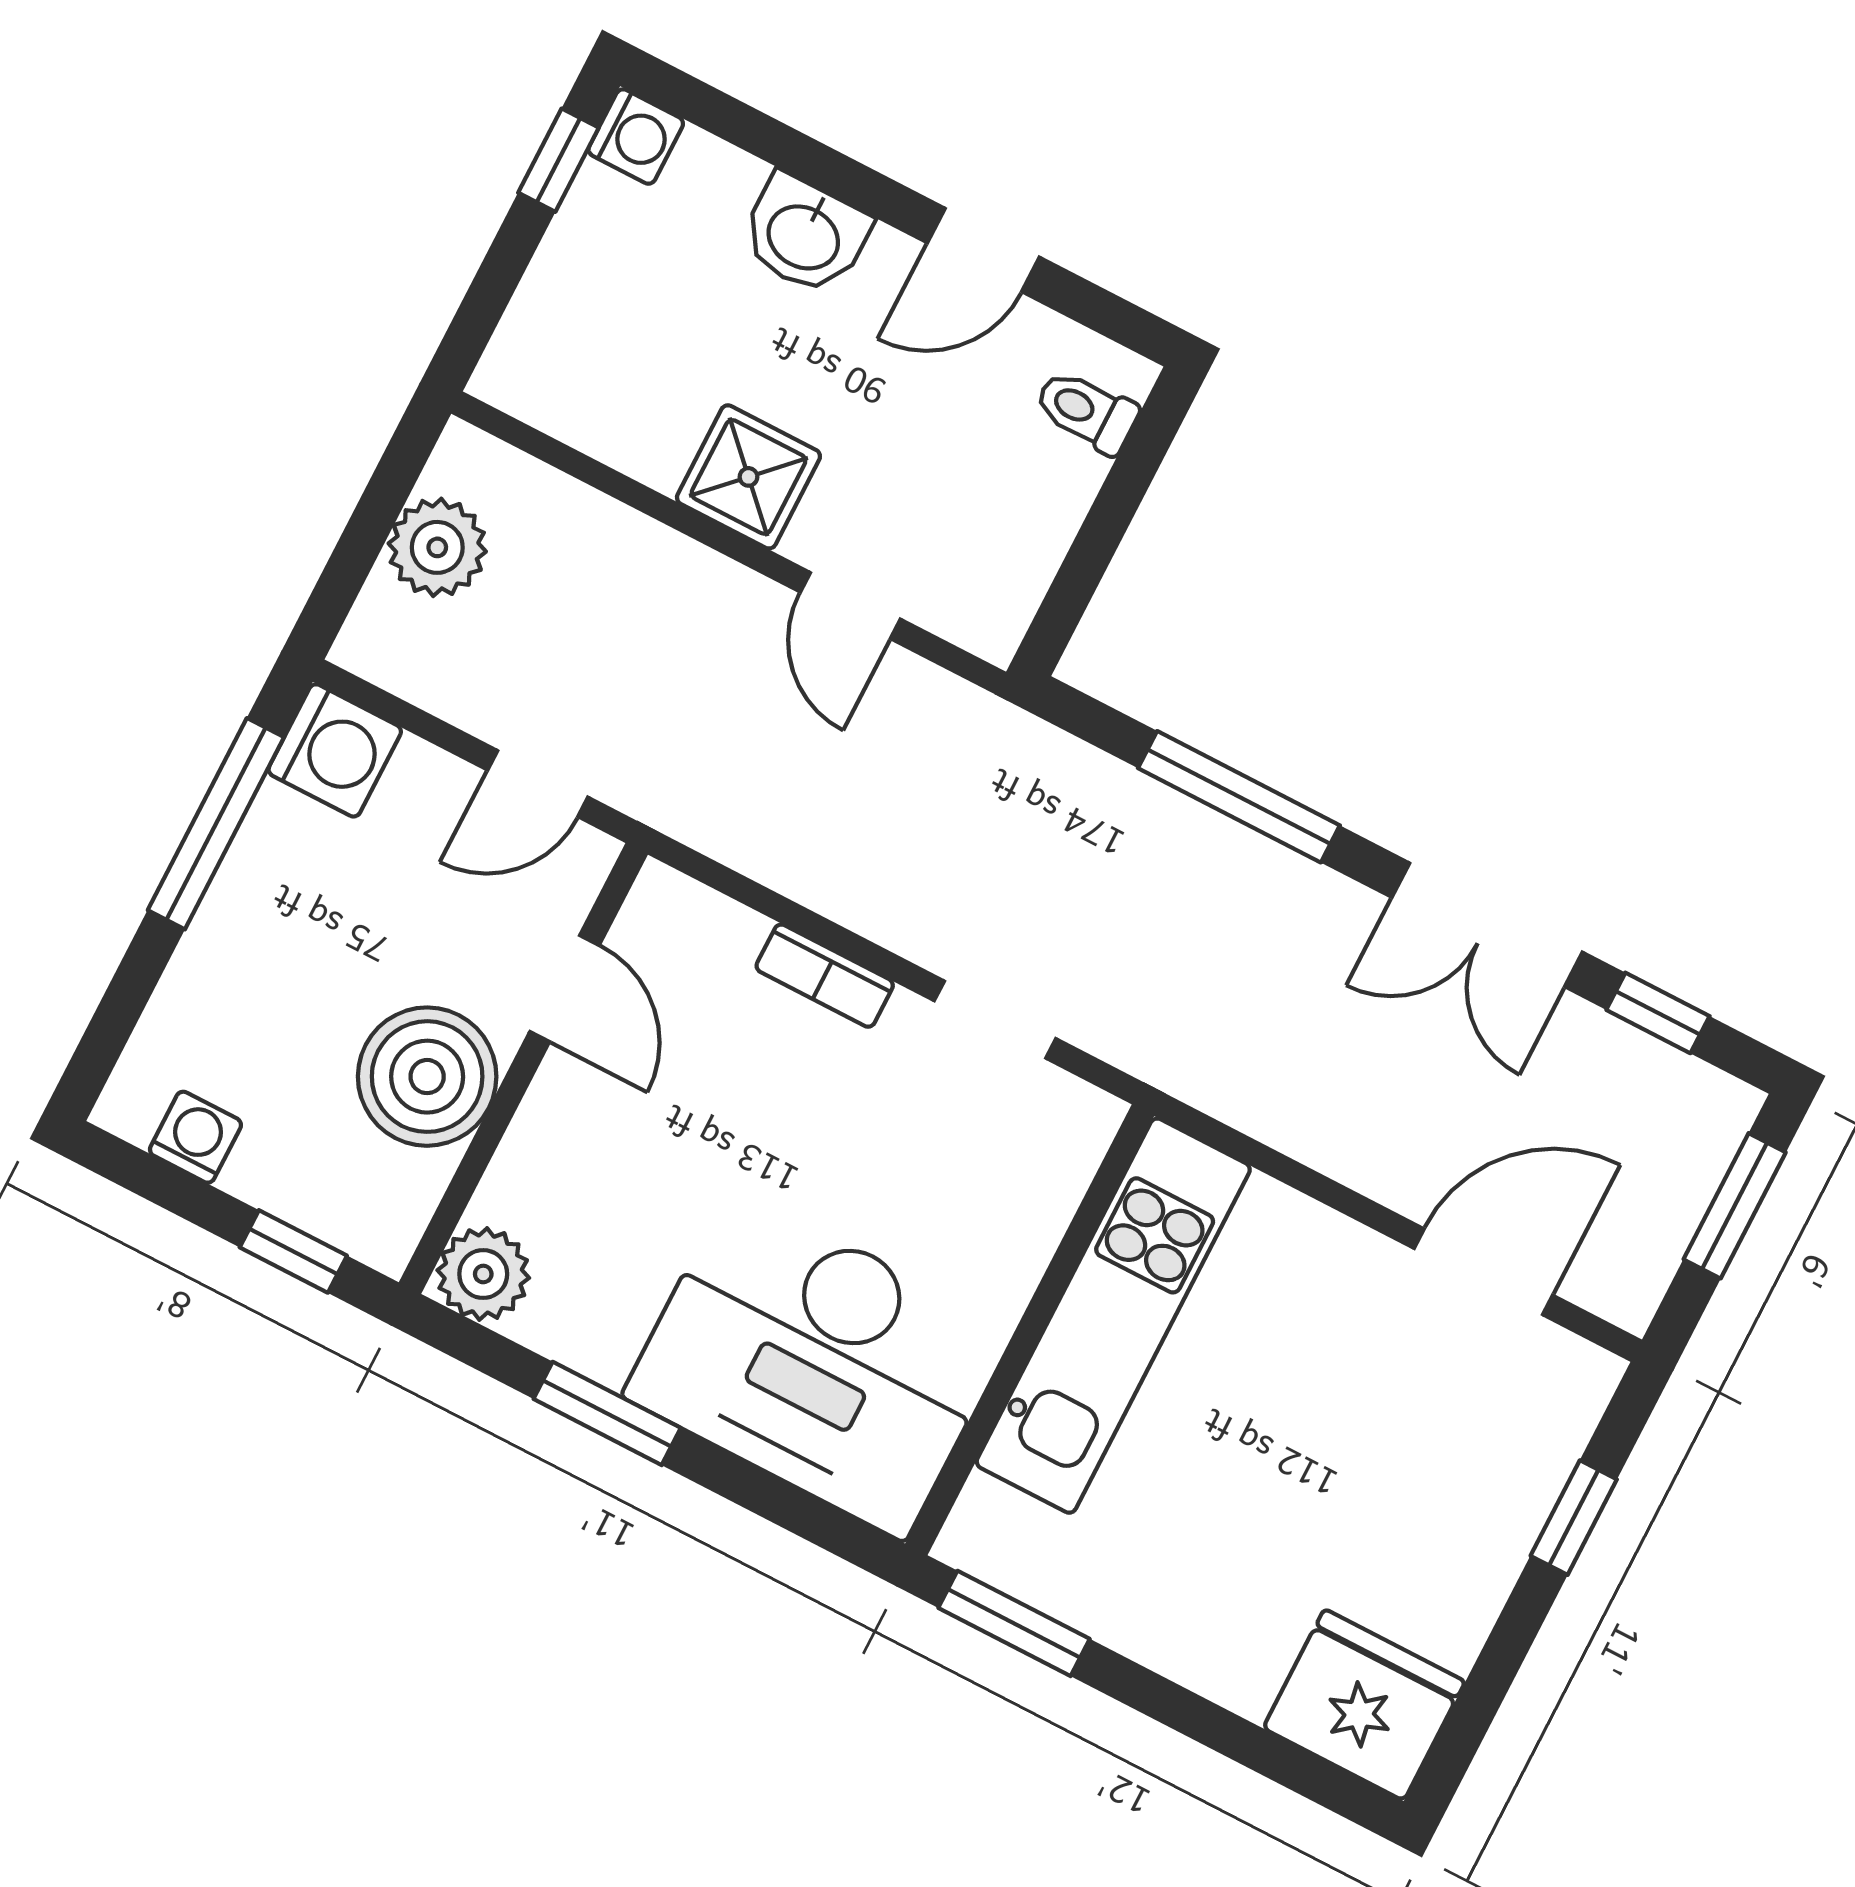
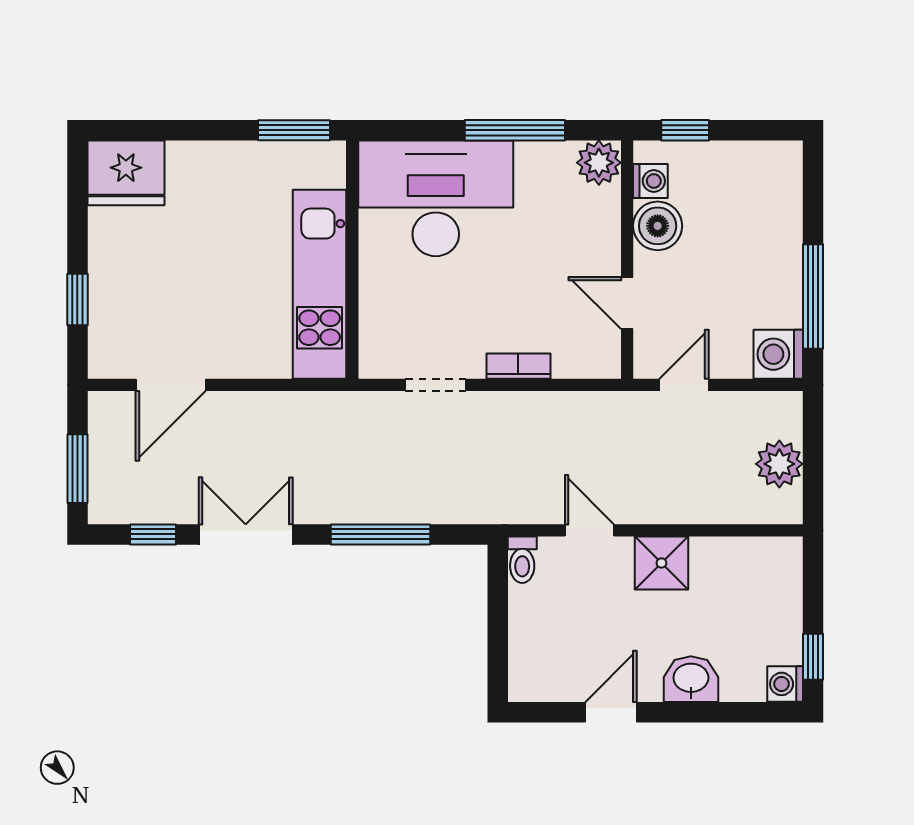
toilet: (1086, 411) -> (522, 560), moved, turned 90
boiler: (427, 1077) -> (658, 226), width x0.73, depth x0.73
washing machine: (195, 1137) -> (650, 181), moved, turned -90
window: (607, 1413) -> (515, 130), width x1.44

